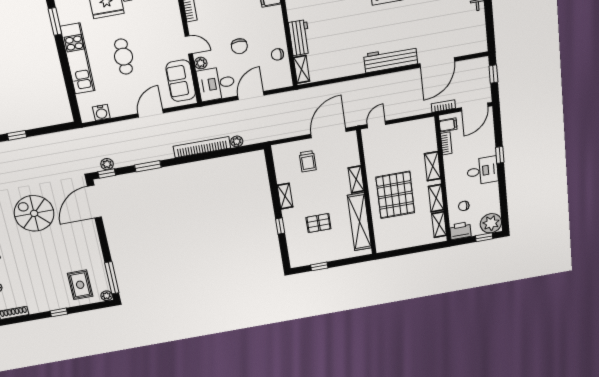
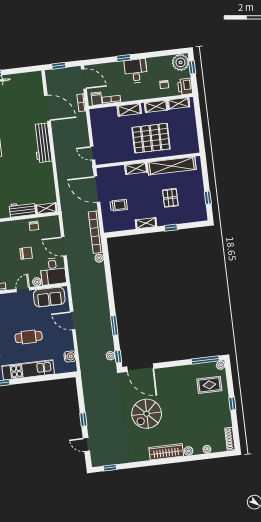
bookcase: (202, 147) -> (96, 232), moved

